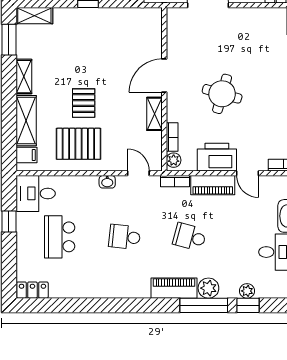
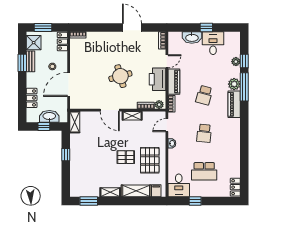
shelving: (34, 16) -> (75, 122), moved
round table: (222, 94) -> (120, 76), turned -32

